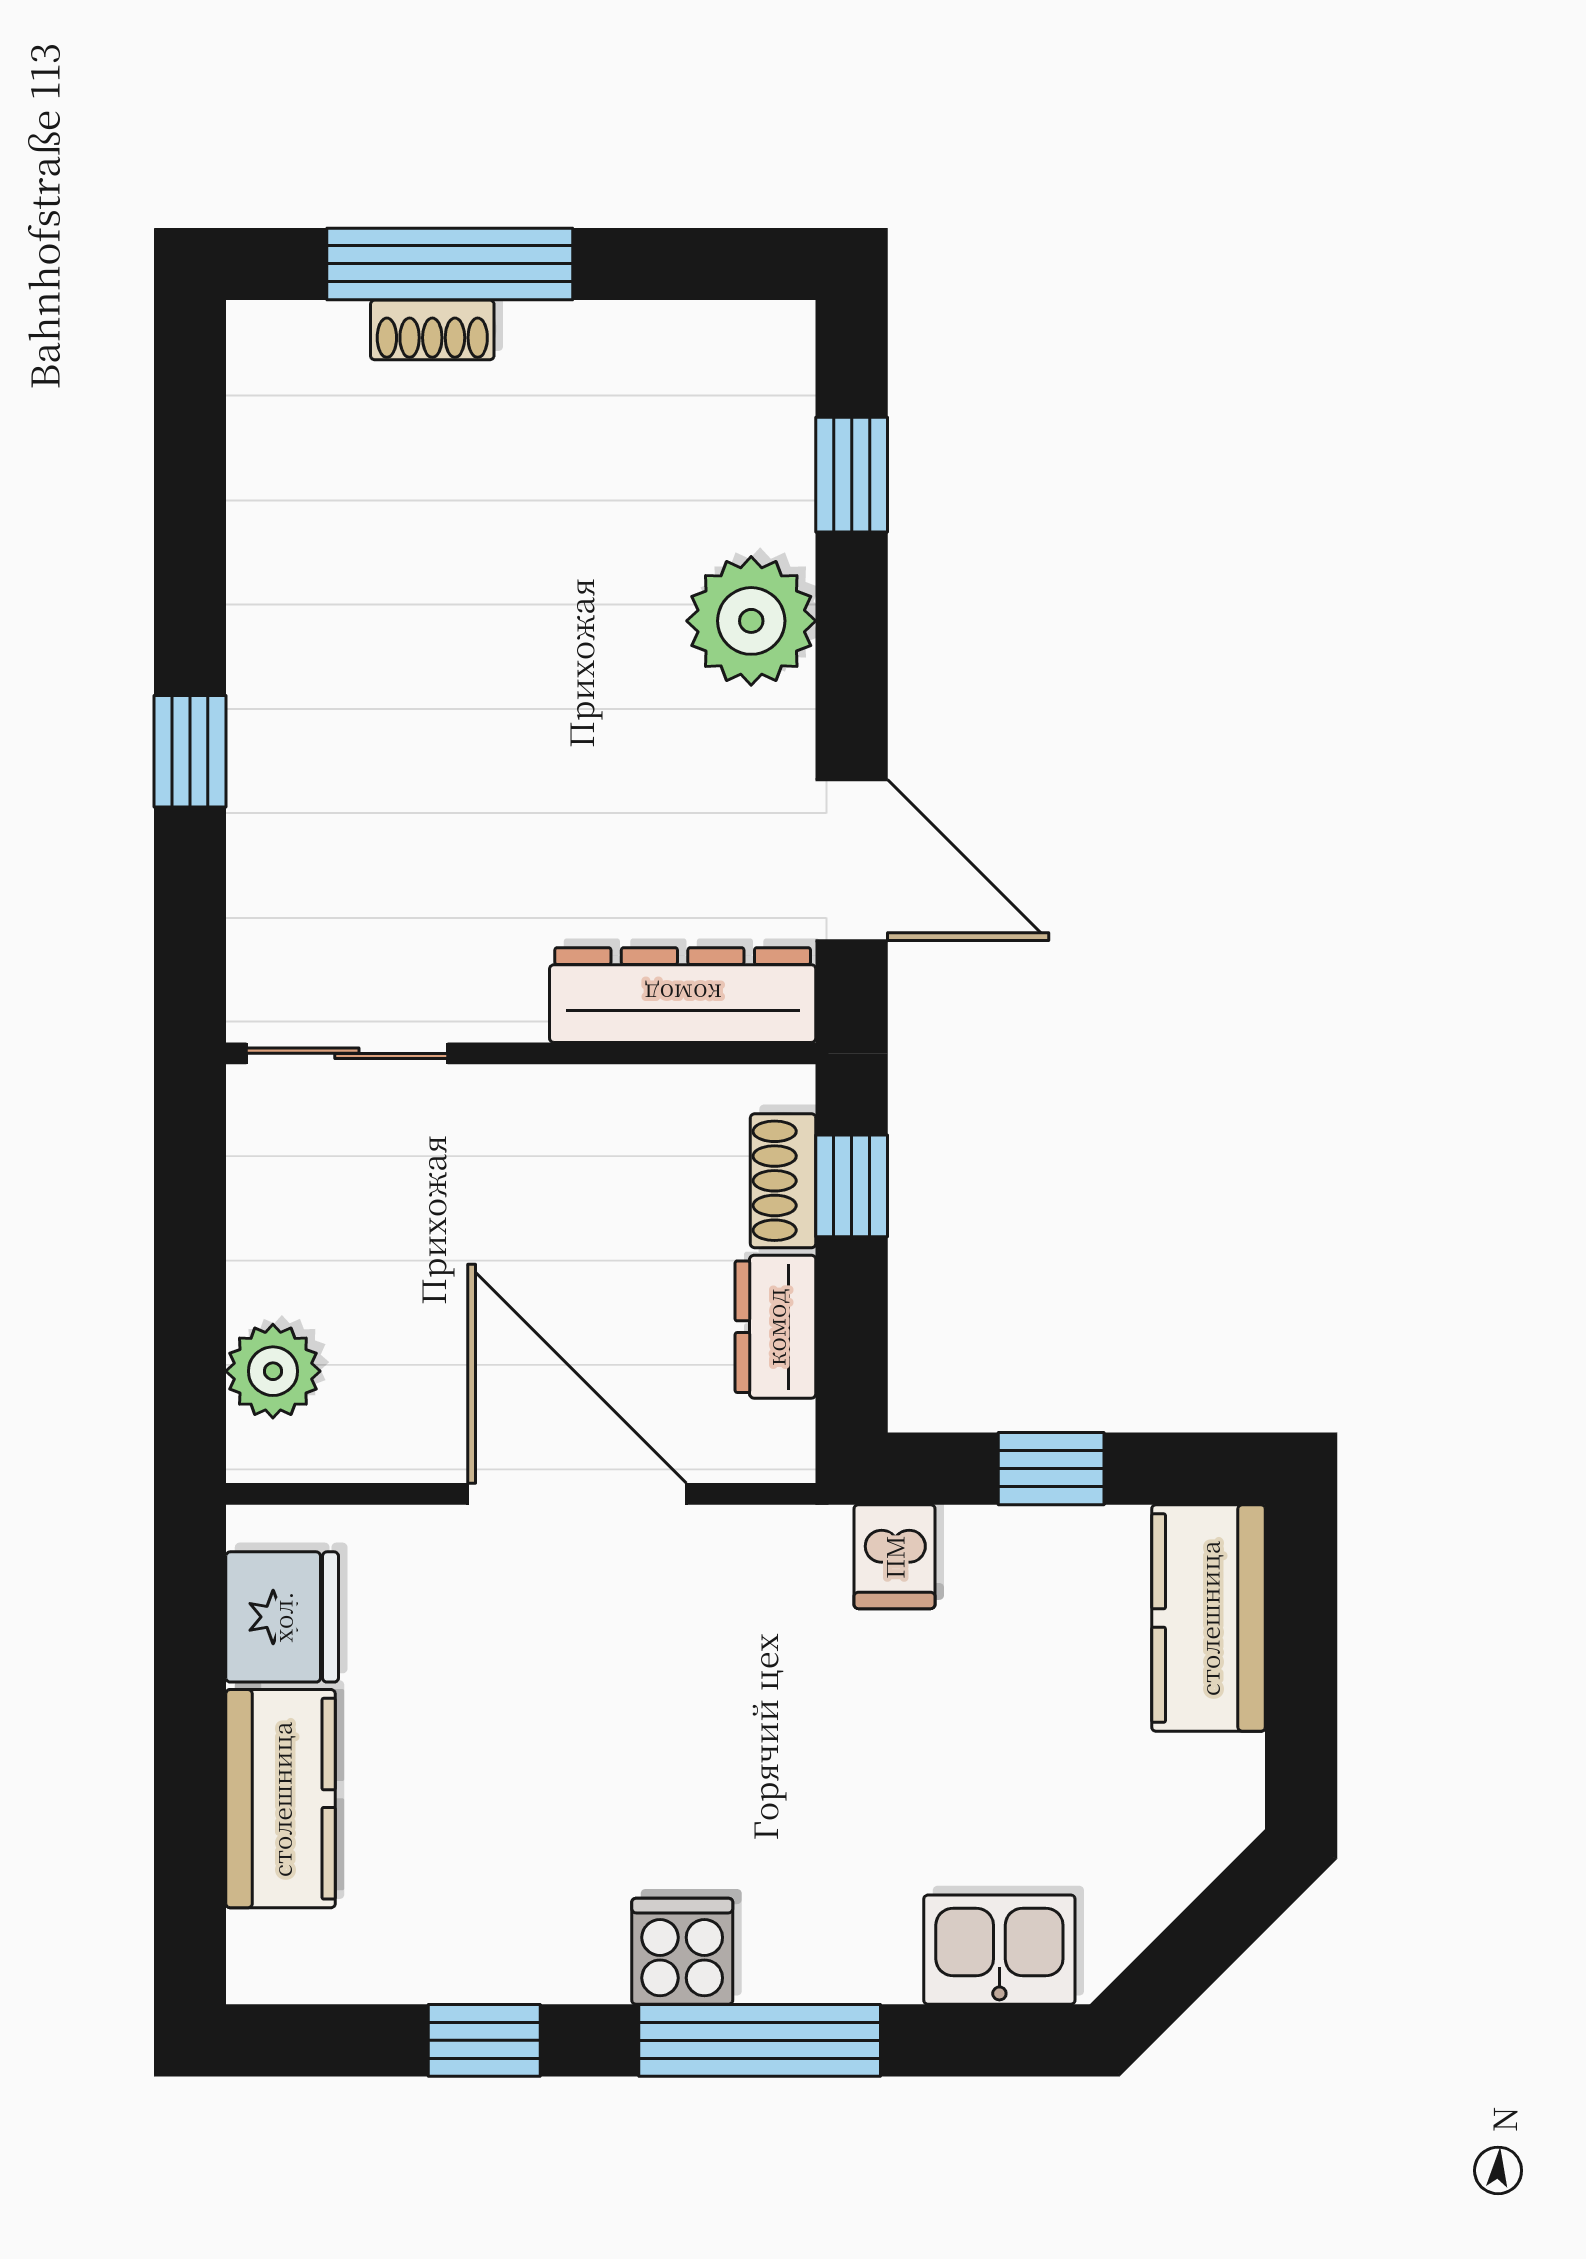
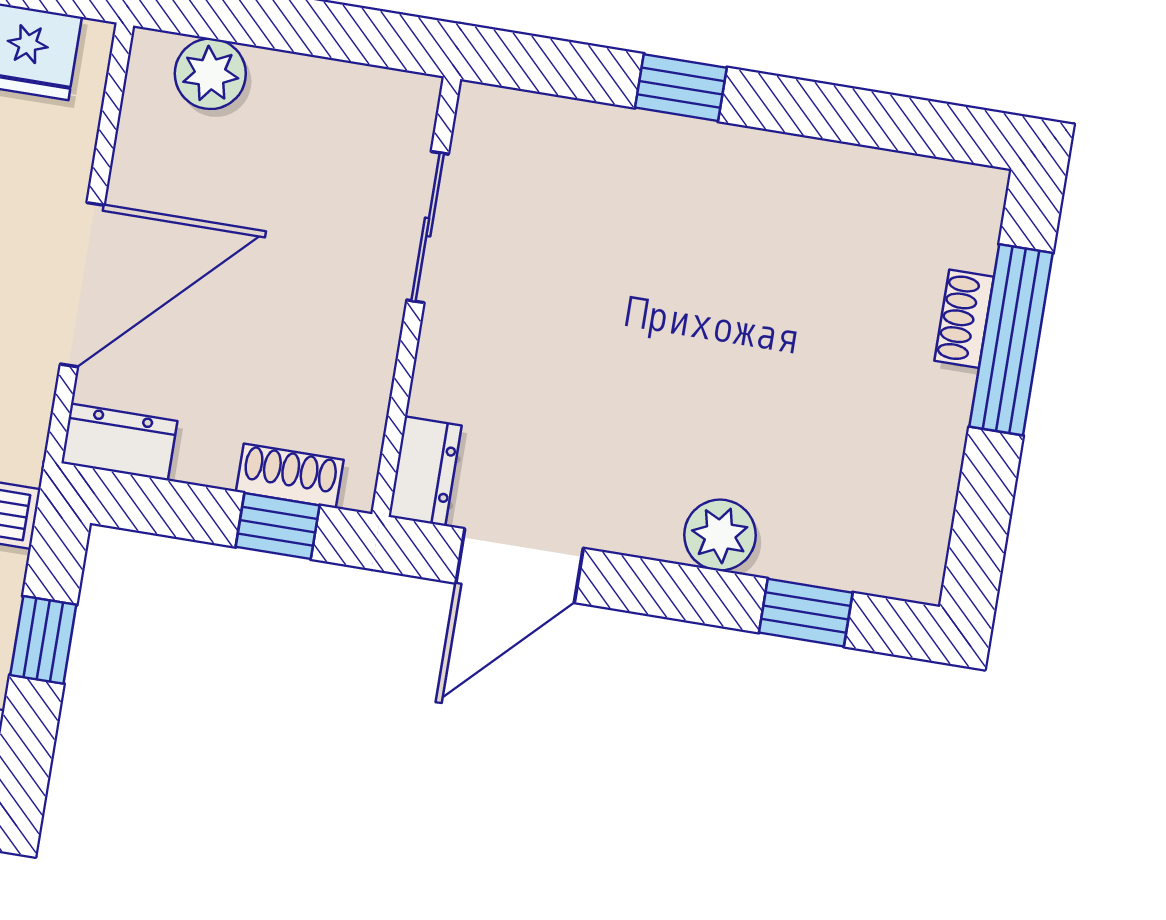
plant: (751, 621) -> (720, 535), width x0.73, depth x0.73
dresser: (683, 995) -> (425, 471), width x0.51, depth x0.80
sliding door: (347, 1053) -> (428, 227), moved
dresser: (775, 1327) -> (119, 442), moved

